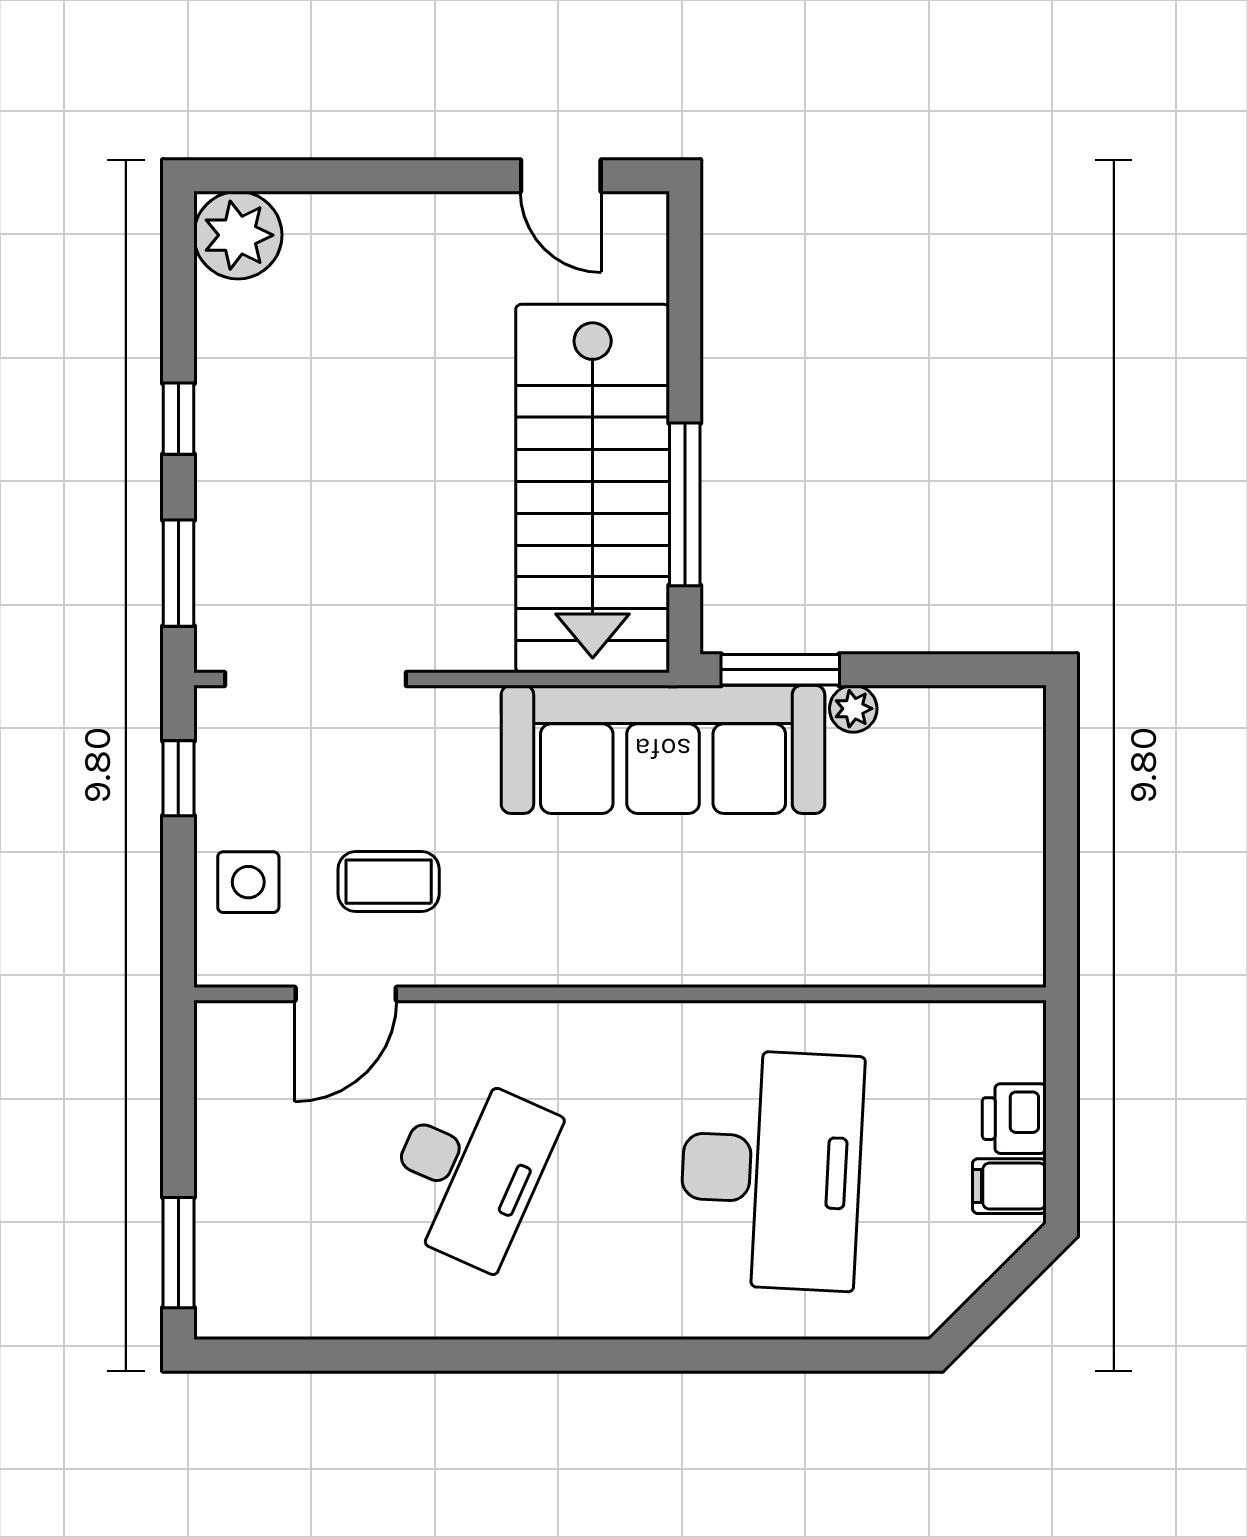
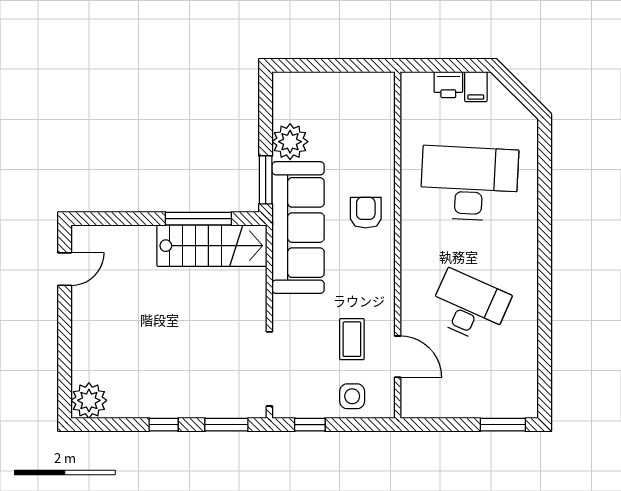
stairs: (593, 488) -> (212, 246), width x0.73, depth x0.66
plant: (853, 709) -> (290, 142), width x1.88, depth x1.88
armchair: (700, 916) -> (366, 213), added

